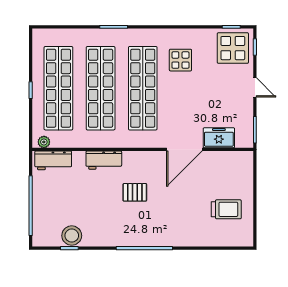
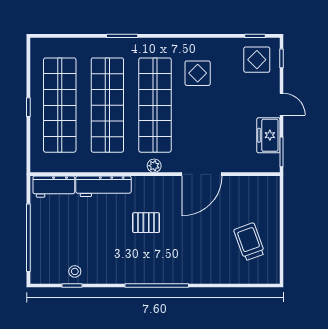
display table: (233, 48) -> (257, 60), width x0.73, depth x0.73
freezer: (219, 138) -> (268, 135), moved, turned -90
plant: (44, 142) -> (154, 166), moved
workbench: (104, 160) -> (103, 186), width x1.38
trolley: (226, 209) -> (249, 242), turned -110
stool: (72, 236) -> (75, 271), width x0.53, depth x0.53

